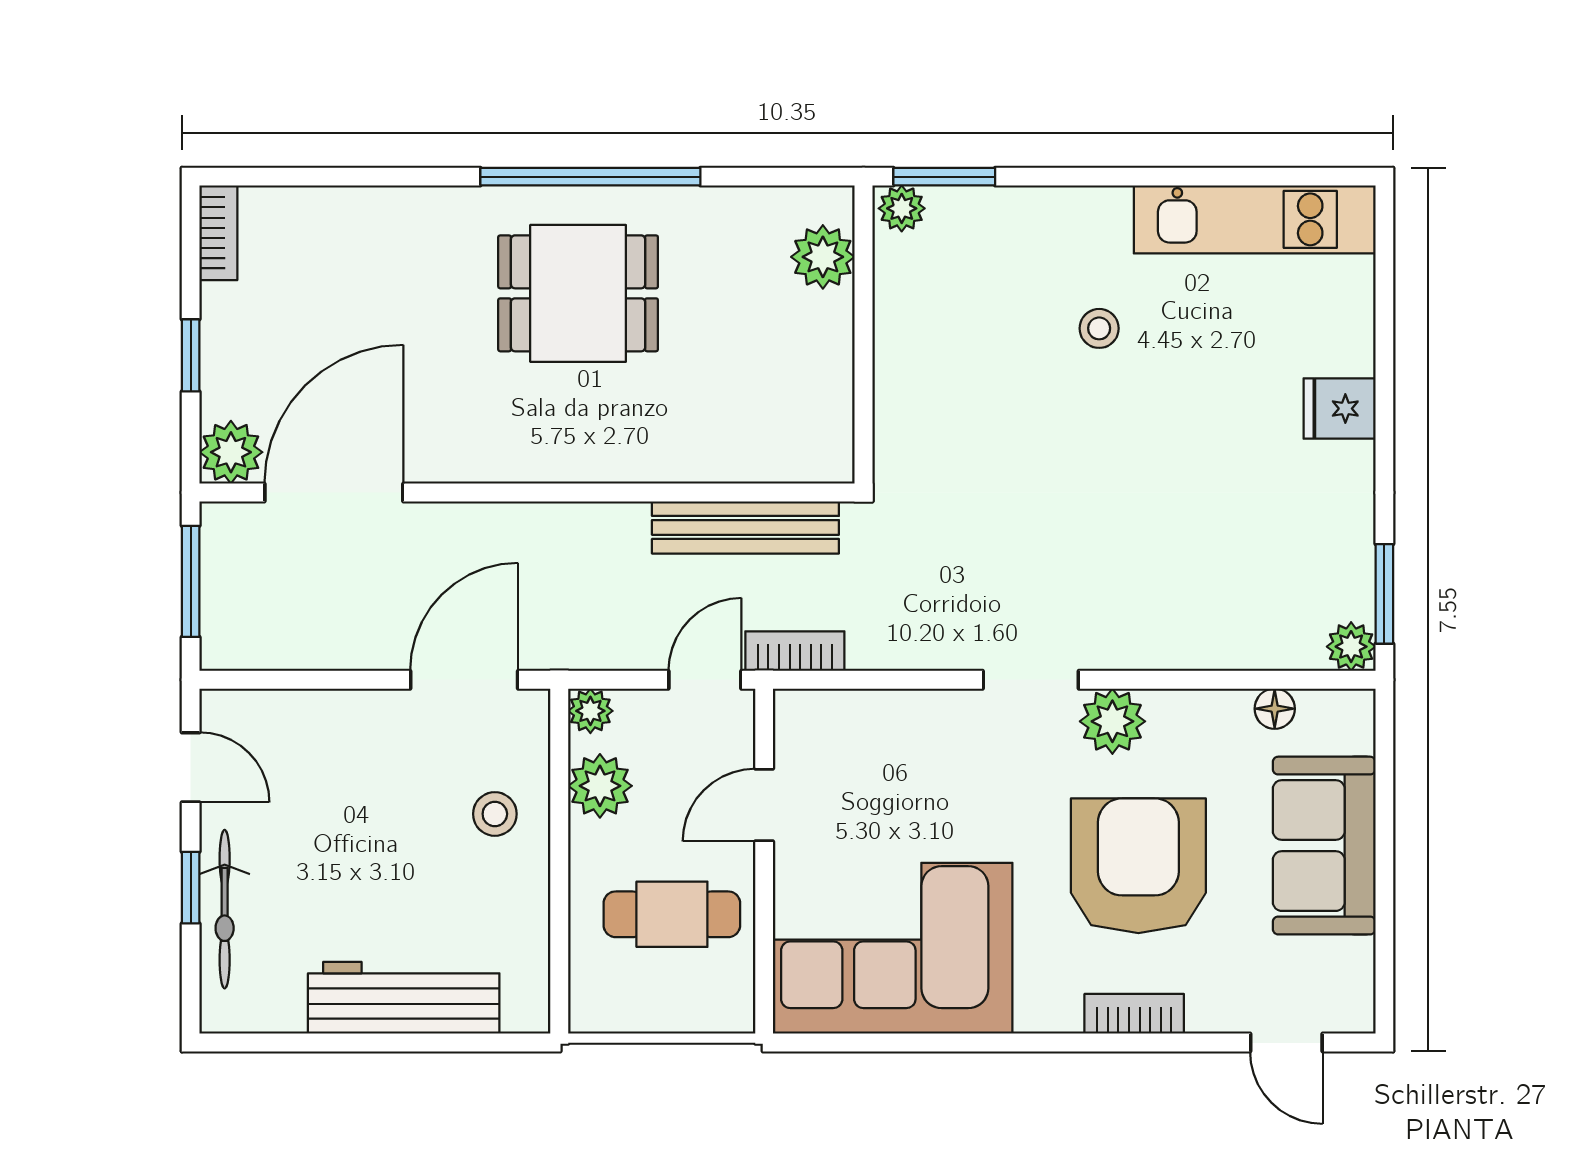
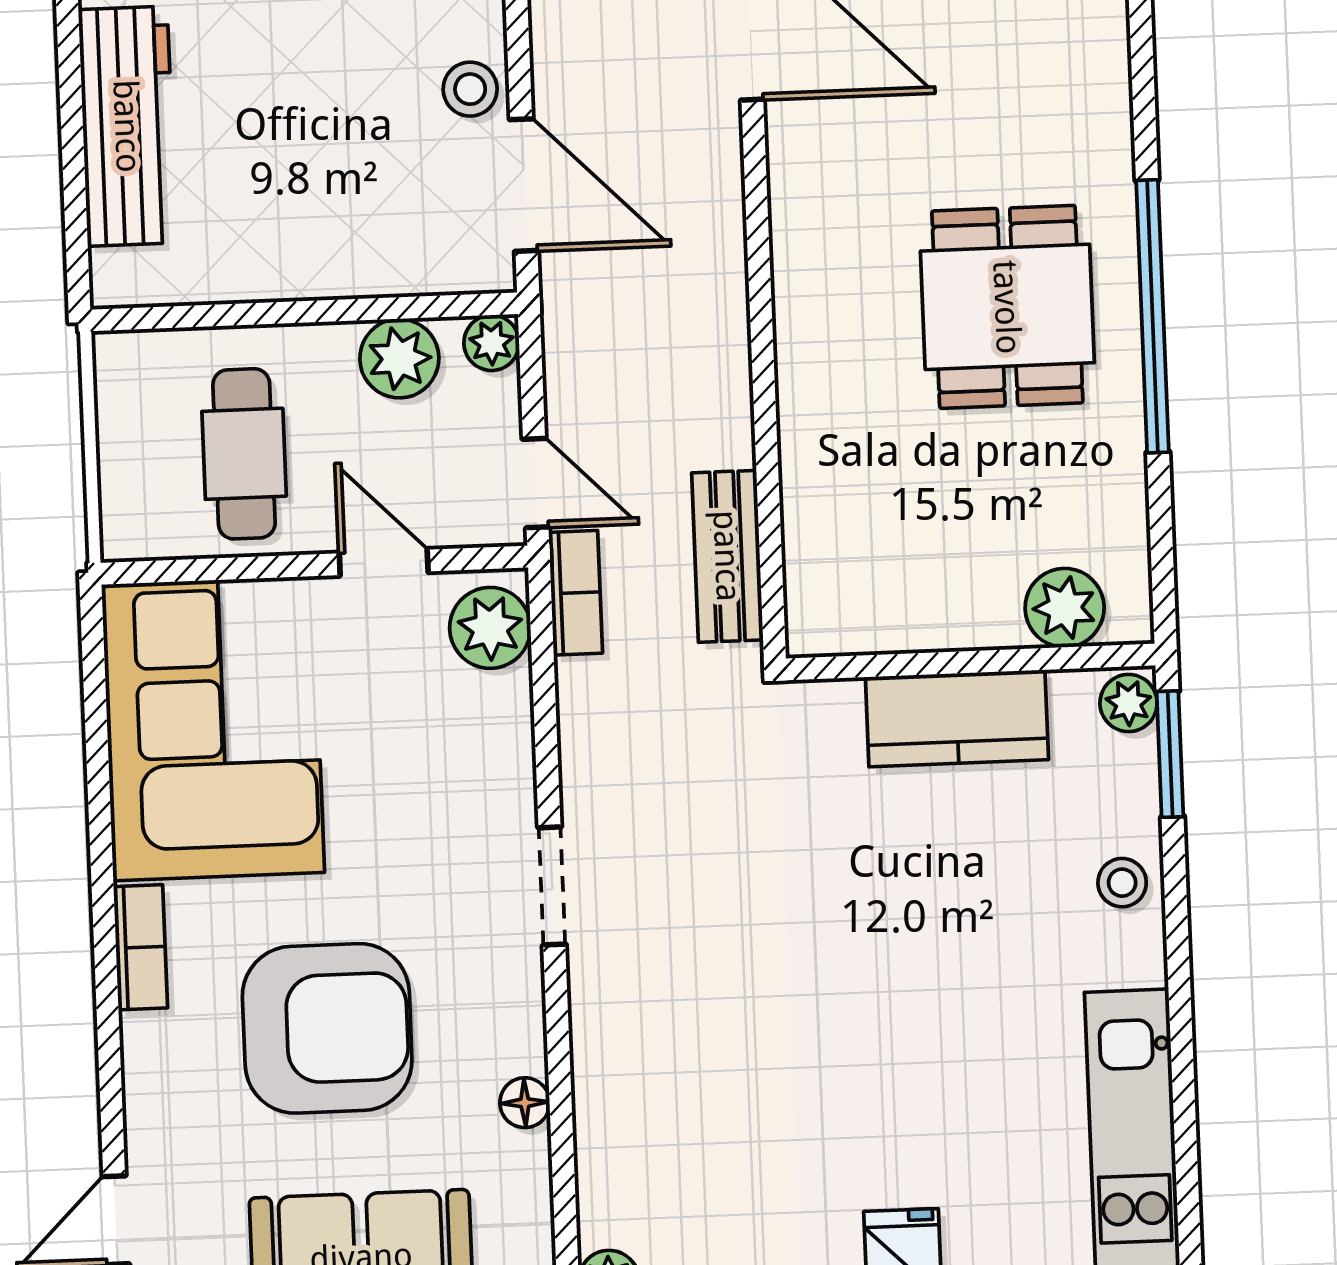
stool: (1099, 328) -> (1122, 883), moved
kitchen counter: (909, 347) -> (957, 718), added
bench: (745, 527) -> (727, 556), width x0.73
floor lamp: (1275, 709) -> (525, 1103), moved
plant: (1112, 721) -> (490, 628), moved
stool: (495, 814) -> (470, 89), moved
bookcase: (1134, 1014) -> (141, 947), moved

